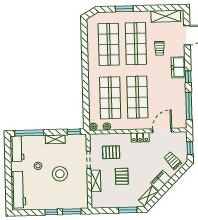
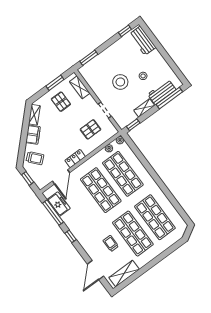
window: (124, 9) -> (163, 255), removed
freezer: (178, 67) -> (59, 204), moved
workbench: (17, 149) -> (162, 92), moved, turned 90
pallet: (122, 176) -> (61, 102), moved
shelving: (96, 181) -> (80, 87), moved
workbench: (18, 190) -> (143, 41), width x0.73
window: (128, 210) -> (55, 83), moved
window: (51, 212) -> (125, 31), moved

